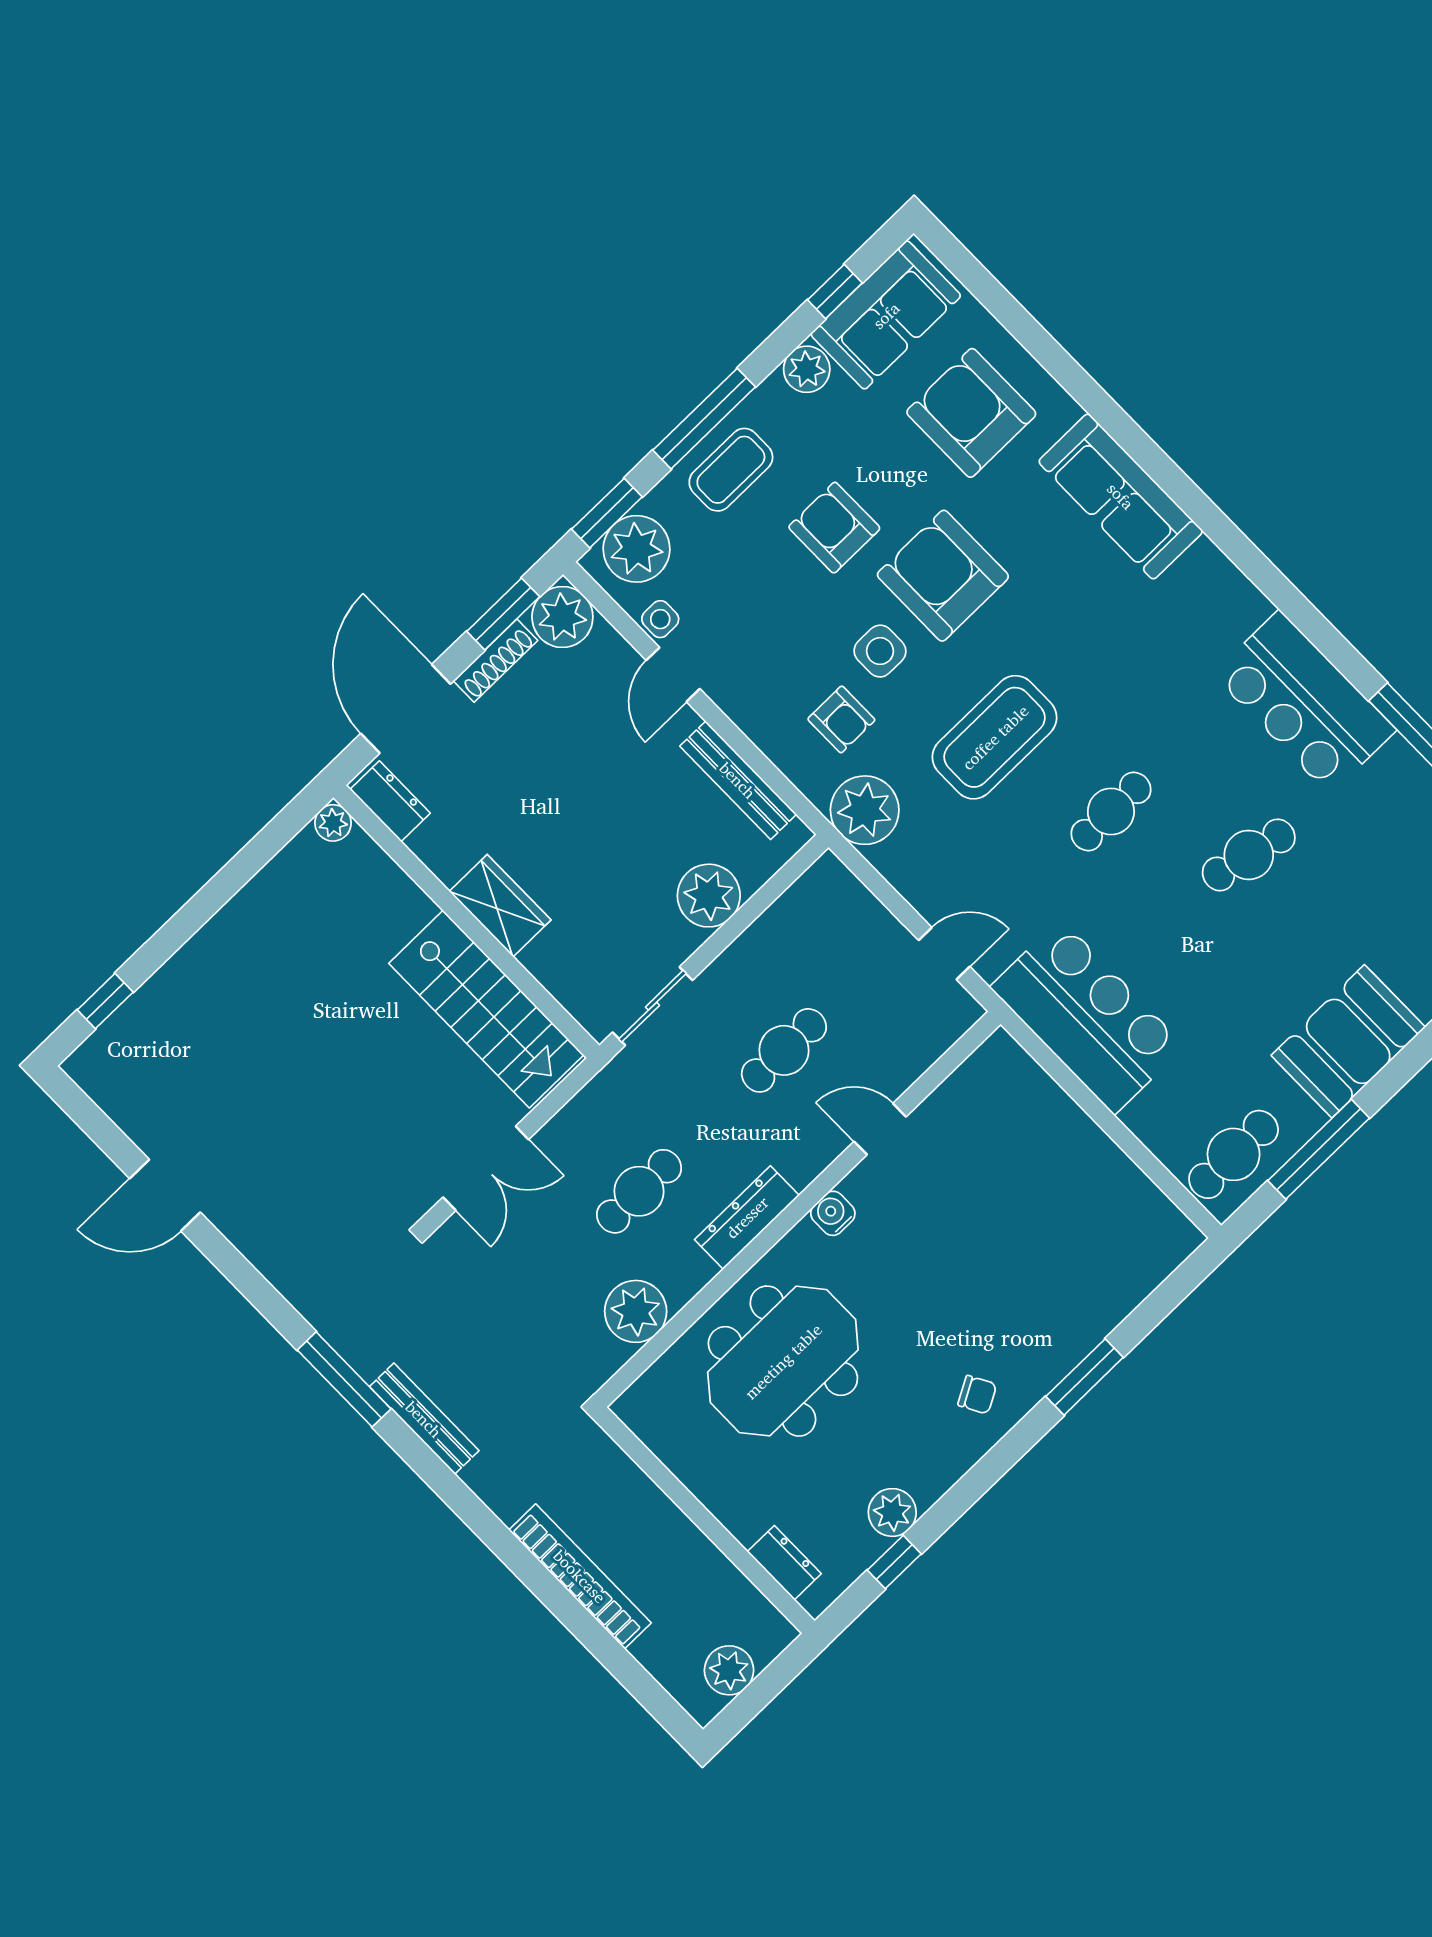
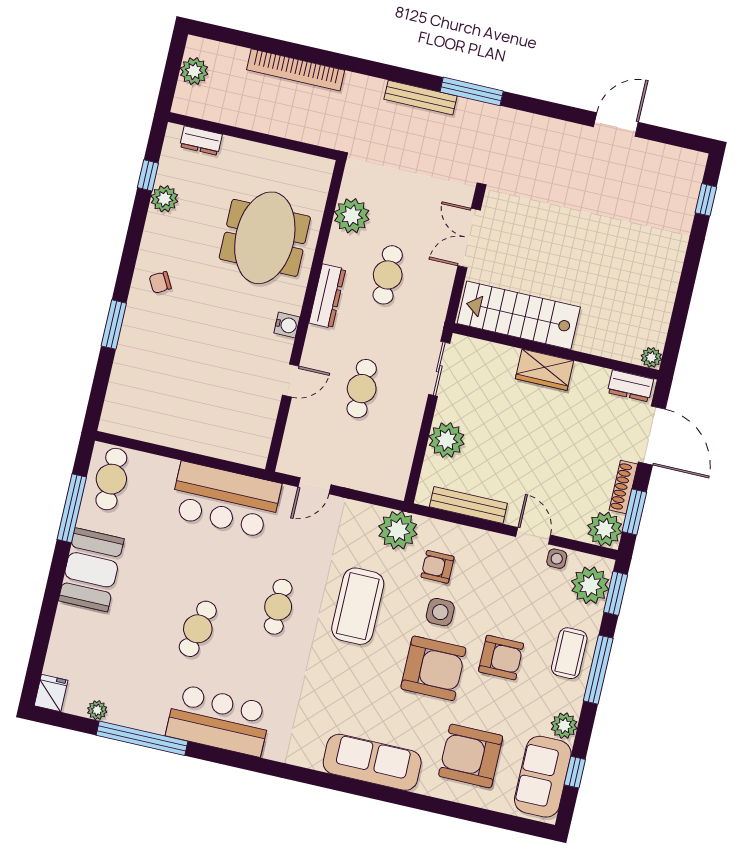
armchair: (971, 413) -> (471, 756), turned 180

